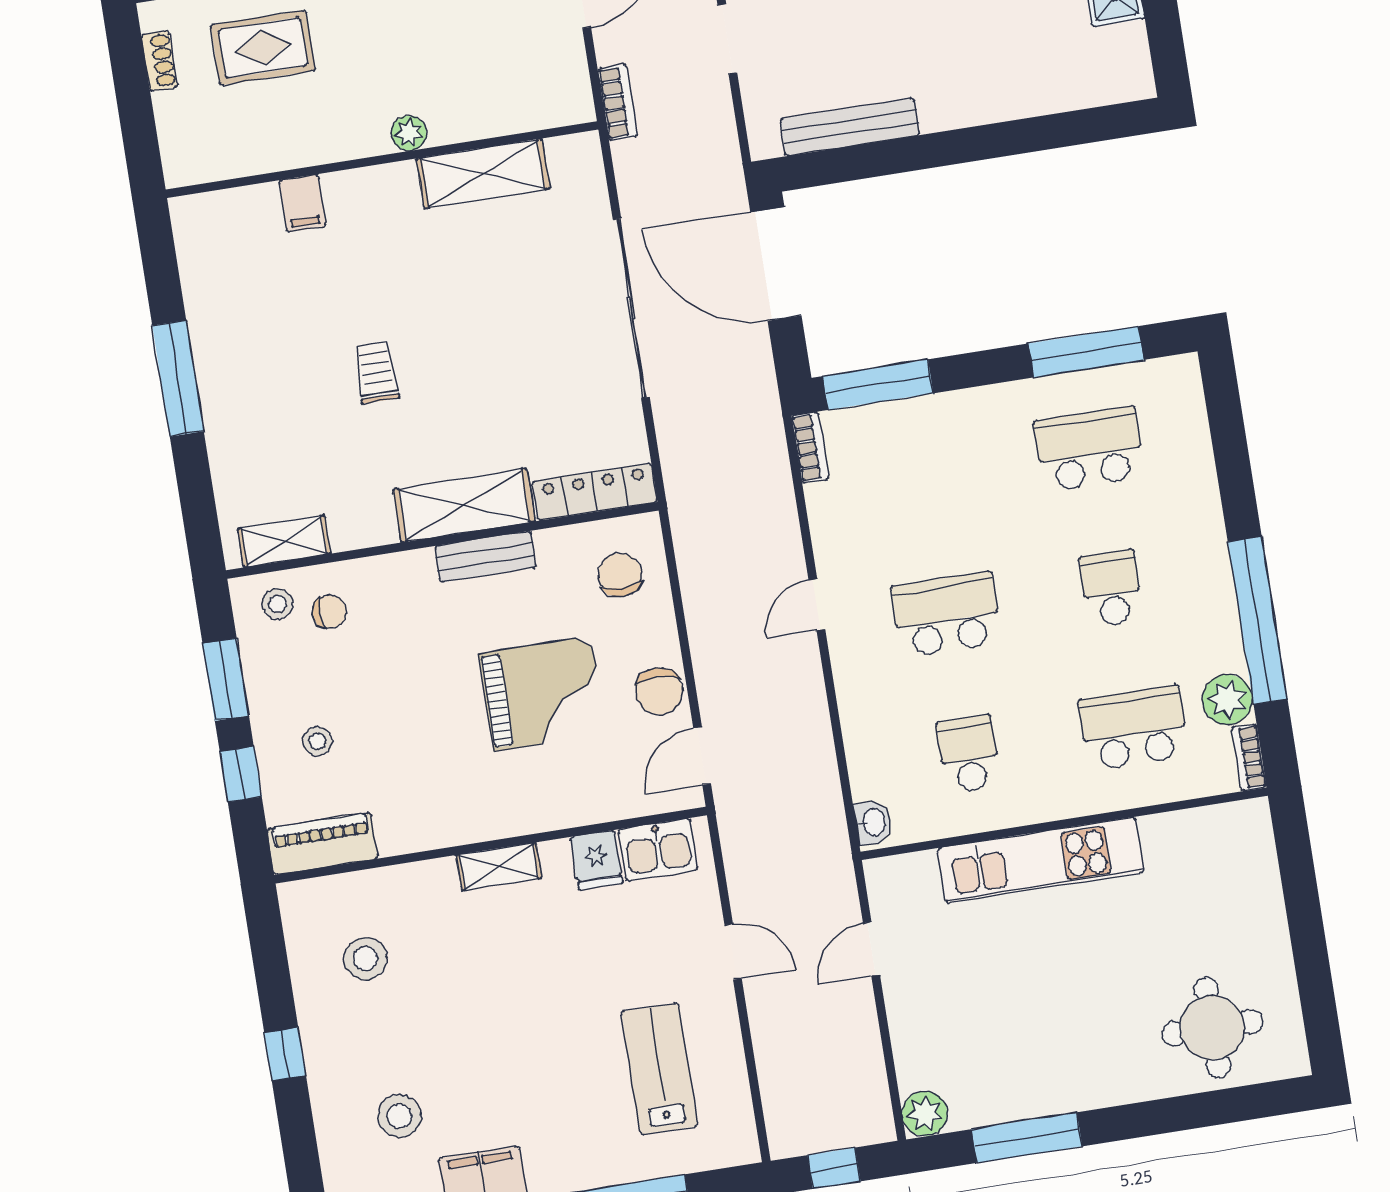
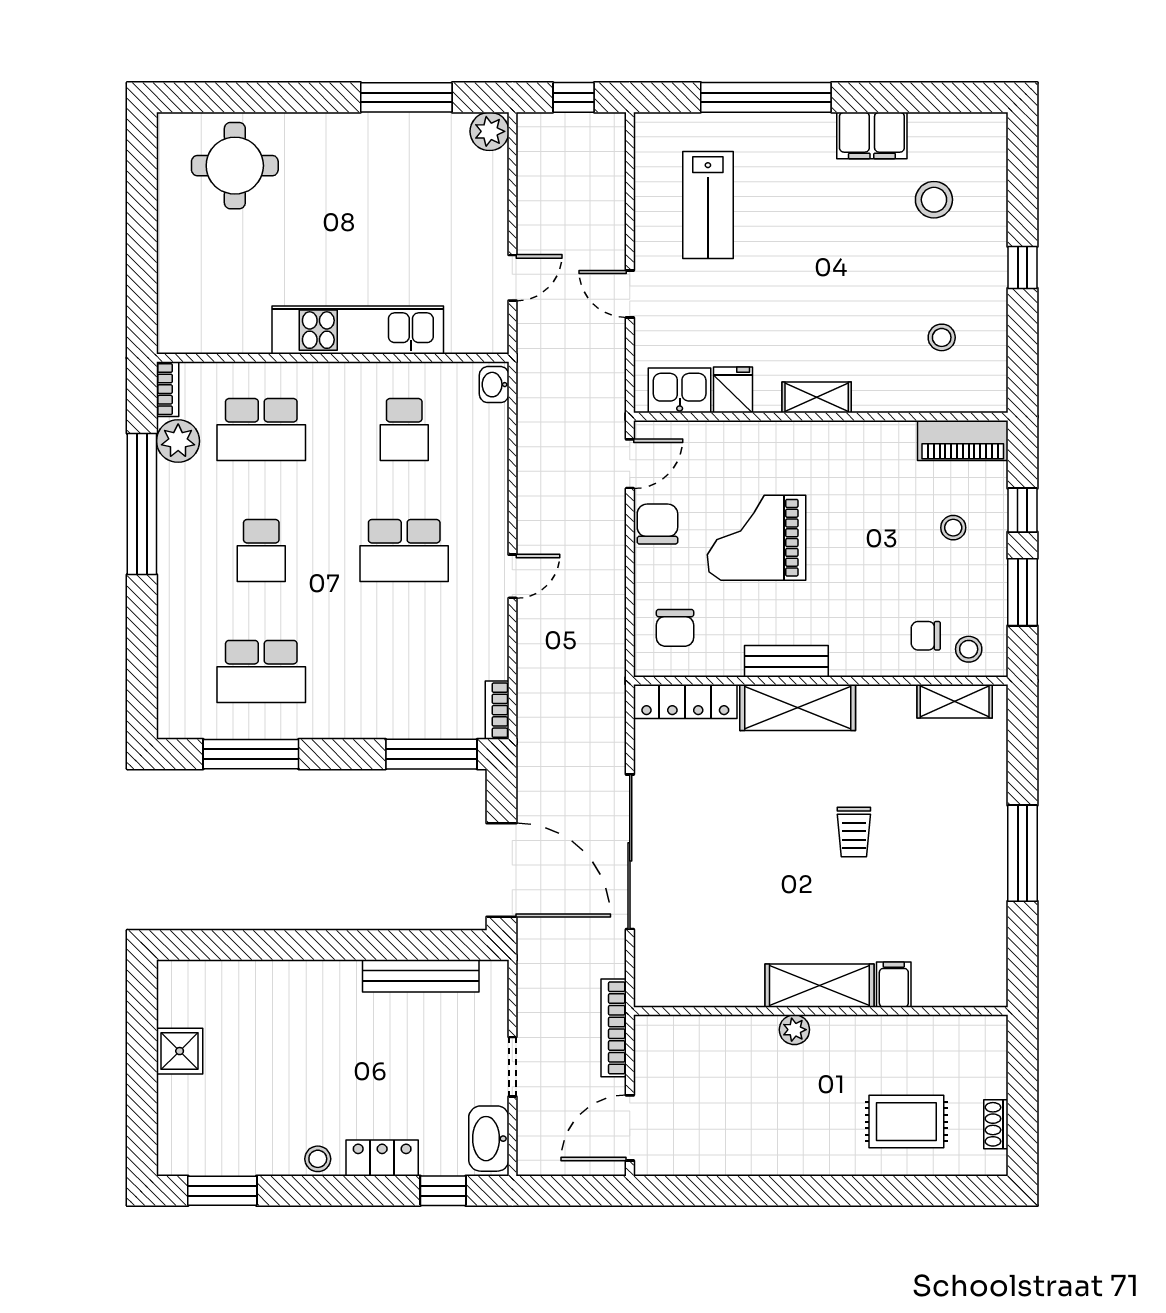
bookcase: (618, 102) -> (614, 1028), width x1.56
shelving: (483, 174) -> (819, 986), moved
stool: (366, 959) -> (942, 337), width x0.73, depth x0.73

